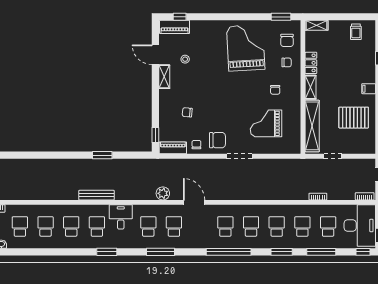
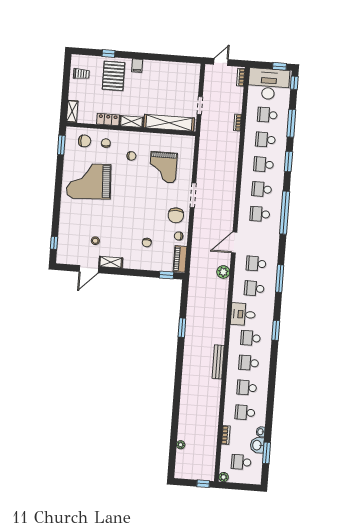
piano: (175, 27) -> (63, 249), removed
pallet: (354, 118) -> (114, 76), moved
chair: (217, 140) -> (176, 215), turned 180
bench: (96, 195) -> (218, 362), moved

